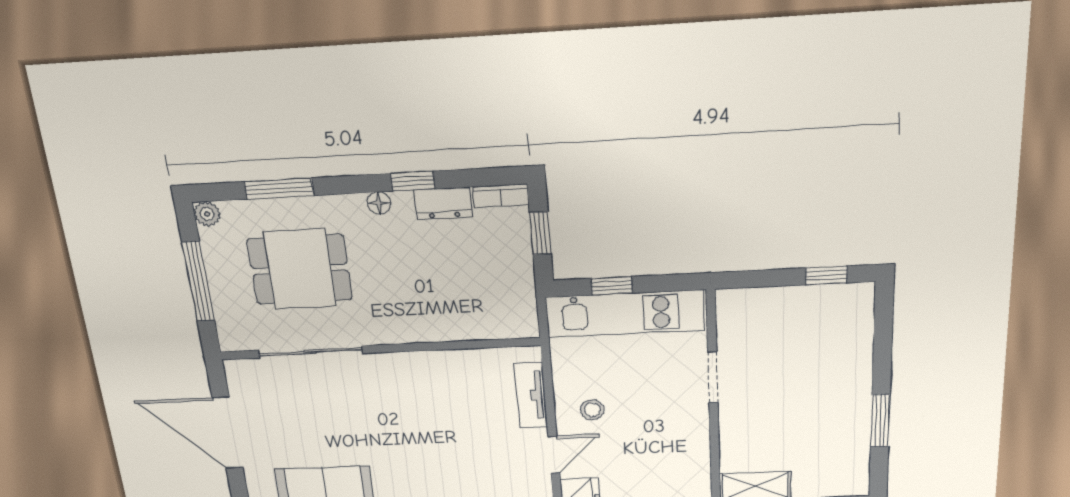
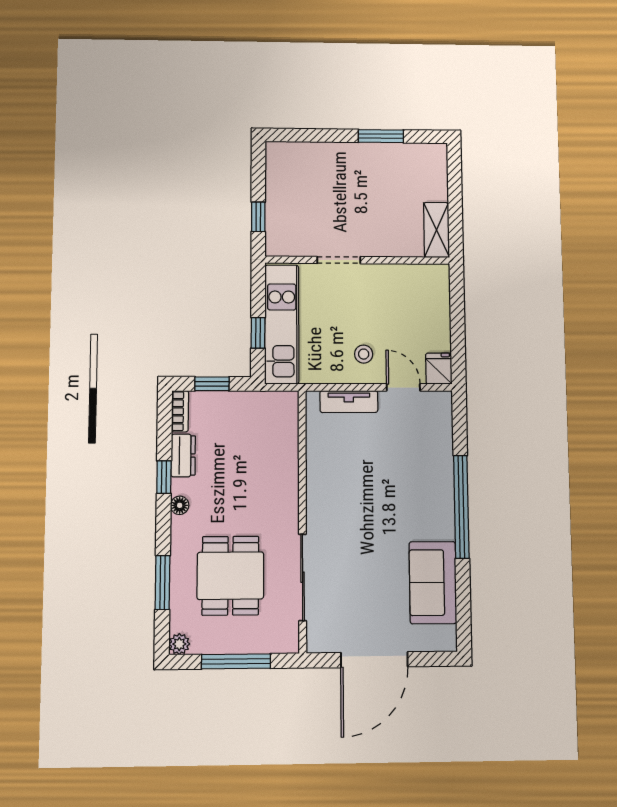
window: (826, 275) -> (258, 217), moved

